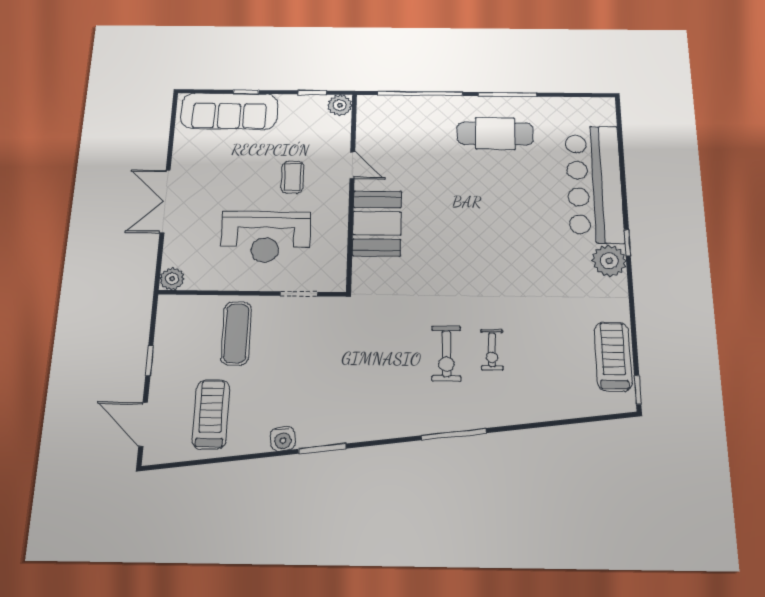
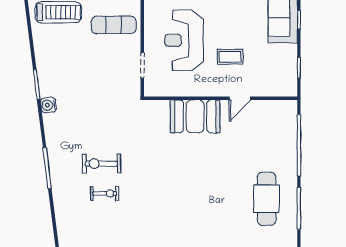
plant: (340, 105) -> (288, 88), removed
exercise bike: (492, 350) -> (105, 194), turned 180
water cooler: (283, 439) -> (49, 105), moved

